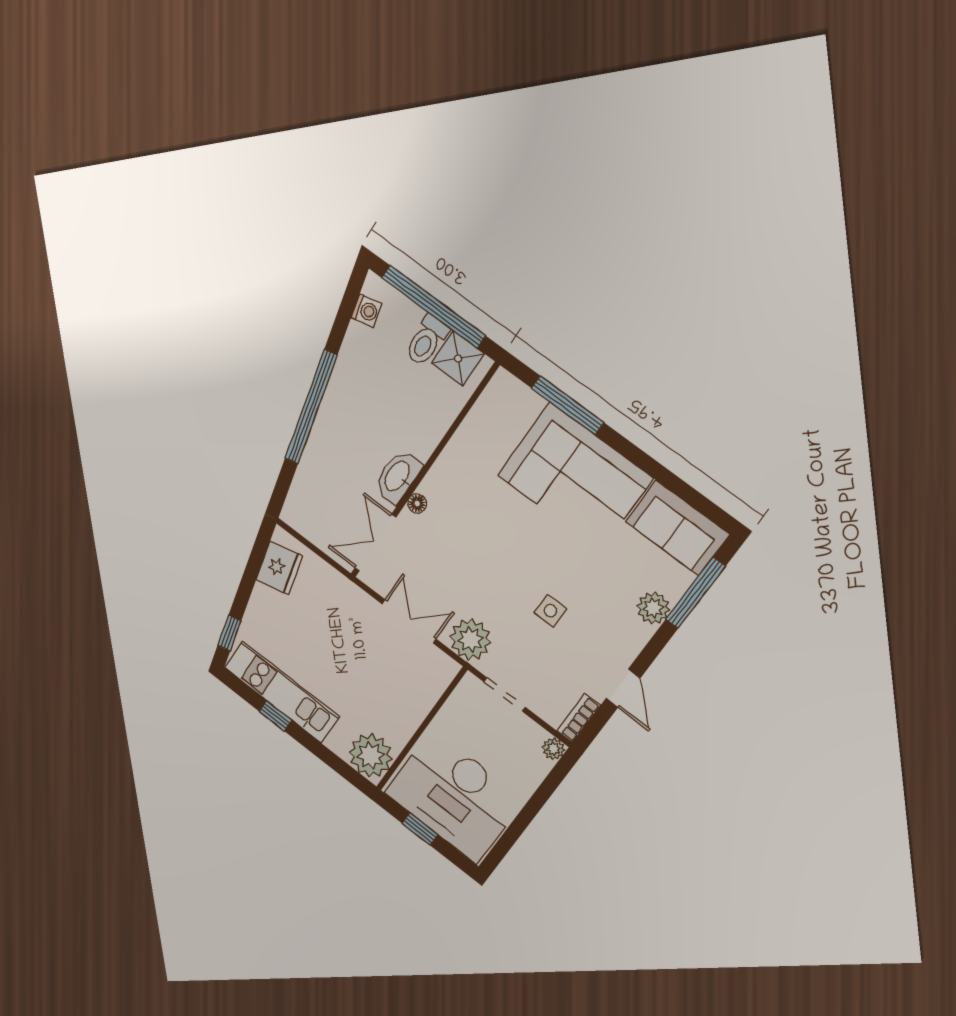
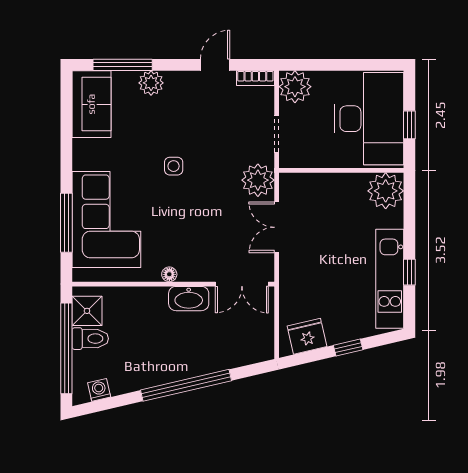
corner sofa: (575, 477) -> (106, 220), moved
floor lamp: (417, 503) -> (169, 274), moved
side table: (550, 611) -> (174, 166), moved
window: (229, 633) -> (348, 348), moved
plant: (553, 749) -> (295, 87), width x1.87, depth x1.87

